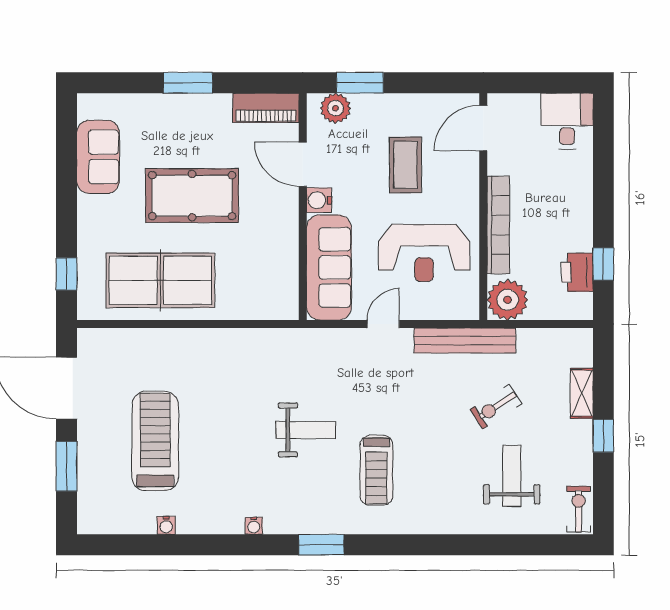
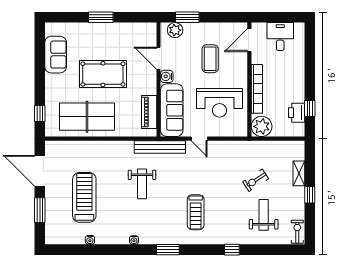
piano: (266, 108) -> (149, 112), moved, turned 90
desk: (567, 121) -> (280, 37), moved
door: (383, 324) -> (199, 139), swing flipped
bench: (465, 340) -> (160, 147), moved
weight bench: (306, 430) -> (142, 184), moved, turned 90
window: (448, 545) -> (232, 250), added

